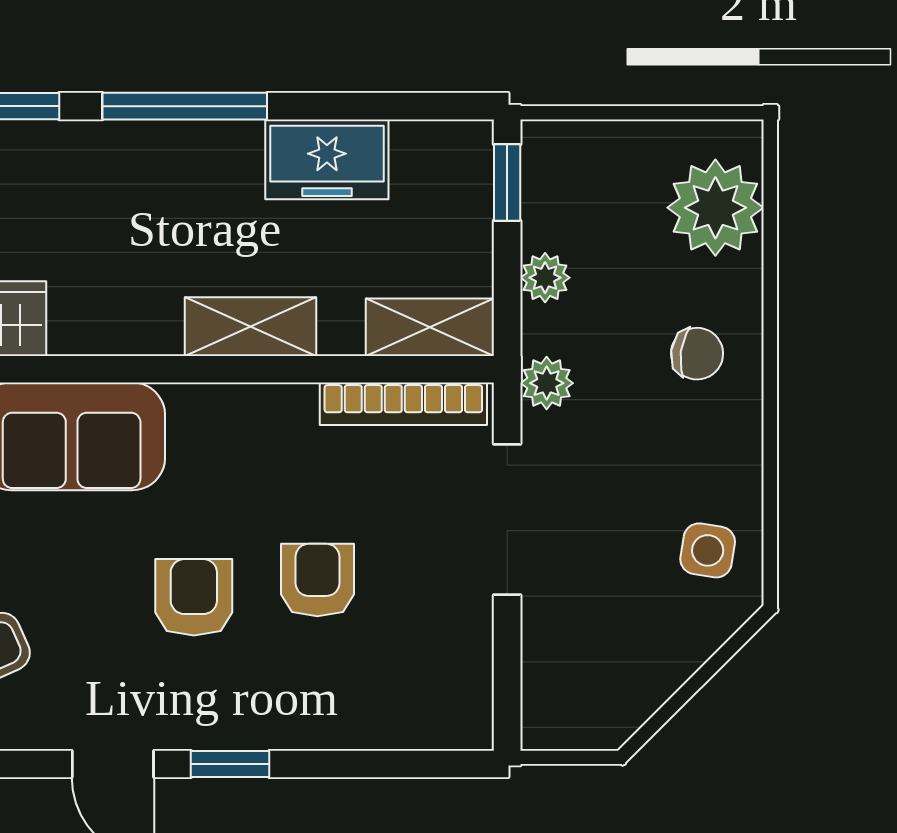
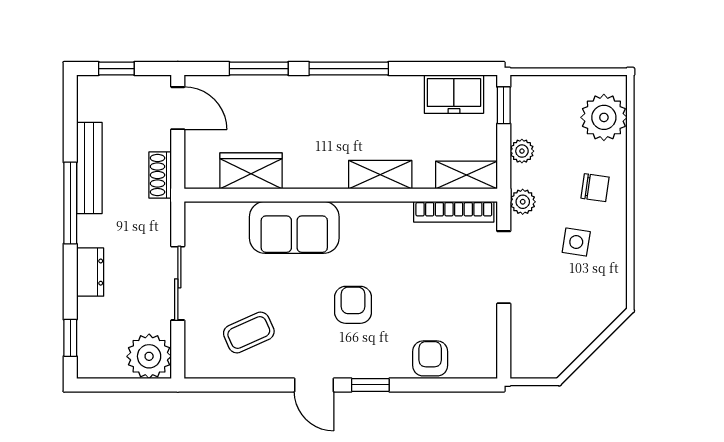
freezer: (327, 159) -> (454, 94), moved
side table: (708, 550) -> (576, 242), moved
armchair: (317, 580) -> (430, 358), moved

